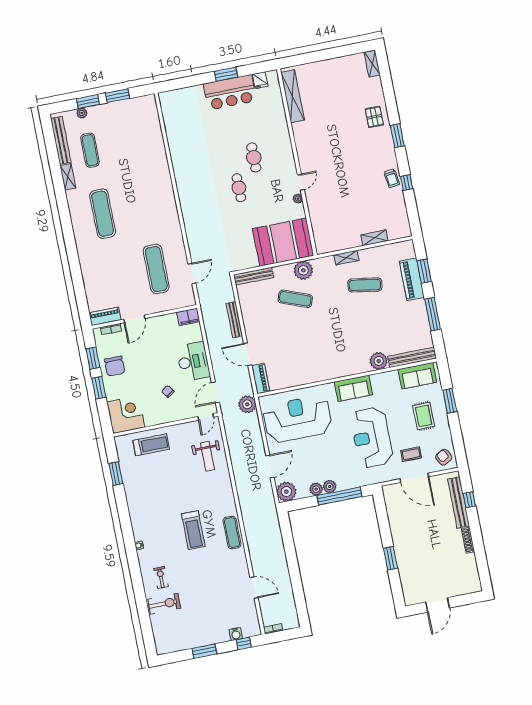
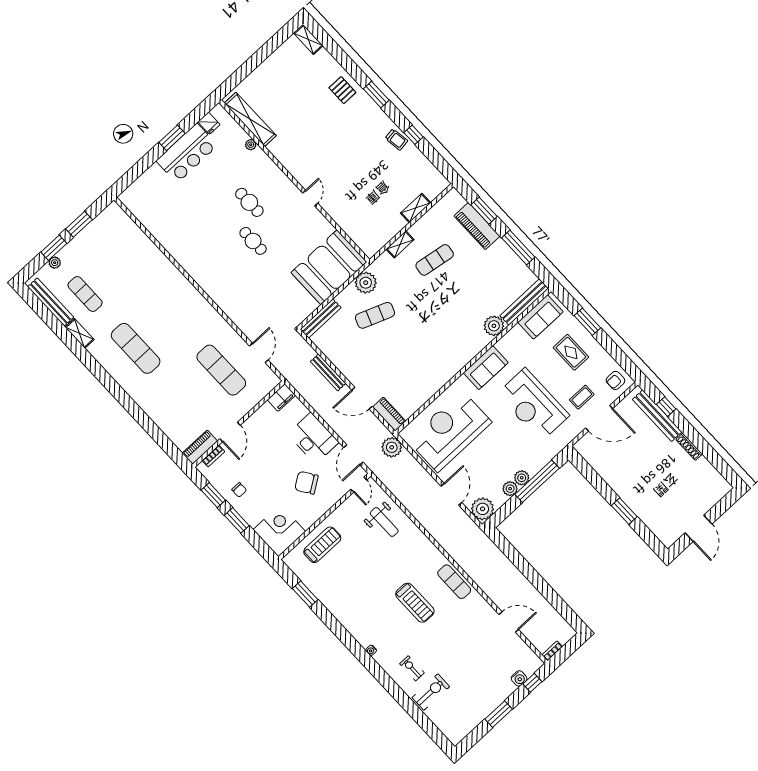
plant: (298, 199) -> (251, 145), moved
chair: (115, 366) -> (239, 490), width x0.54, depth x0.54
chair: (168, 392) -> (306, 483), width x1.87, depth x1.87
armchair: (444, 457) -> (615, 380), turned -61

